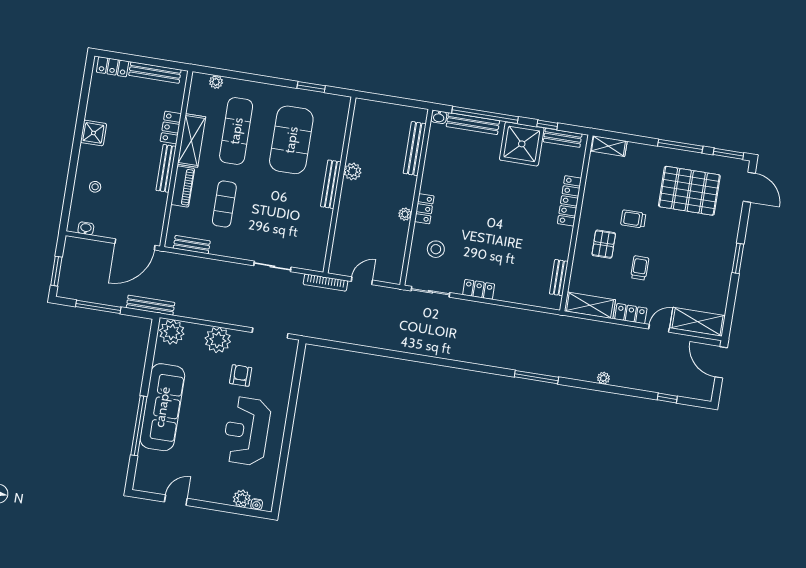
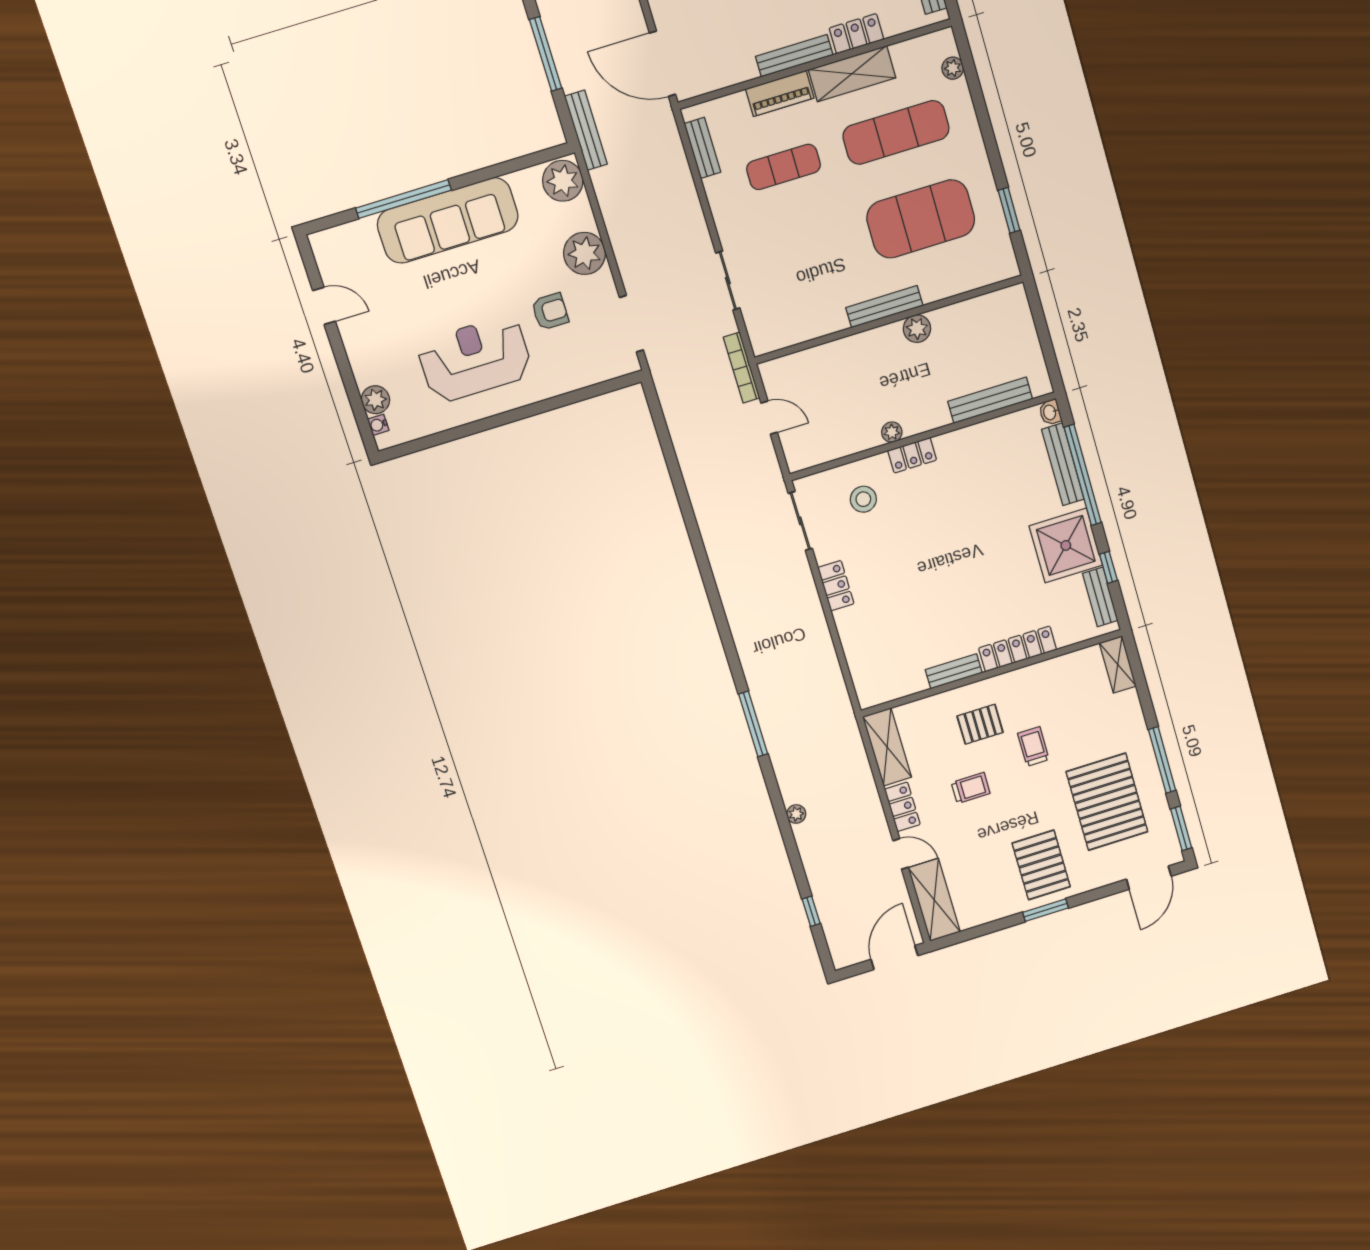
pallet: (708, 248) -> (1041, 865), added
bench: (559, 278) -> (954, 671), moved

